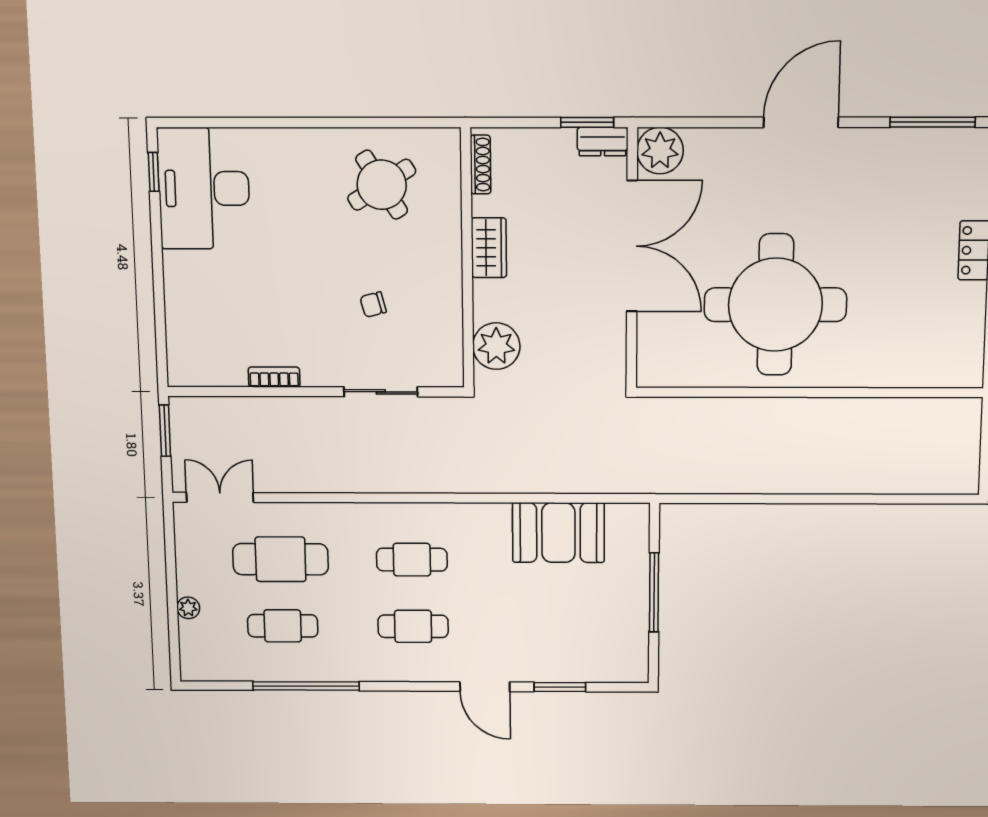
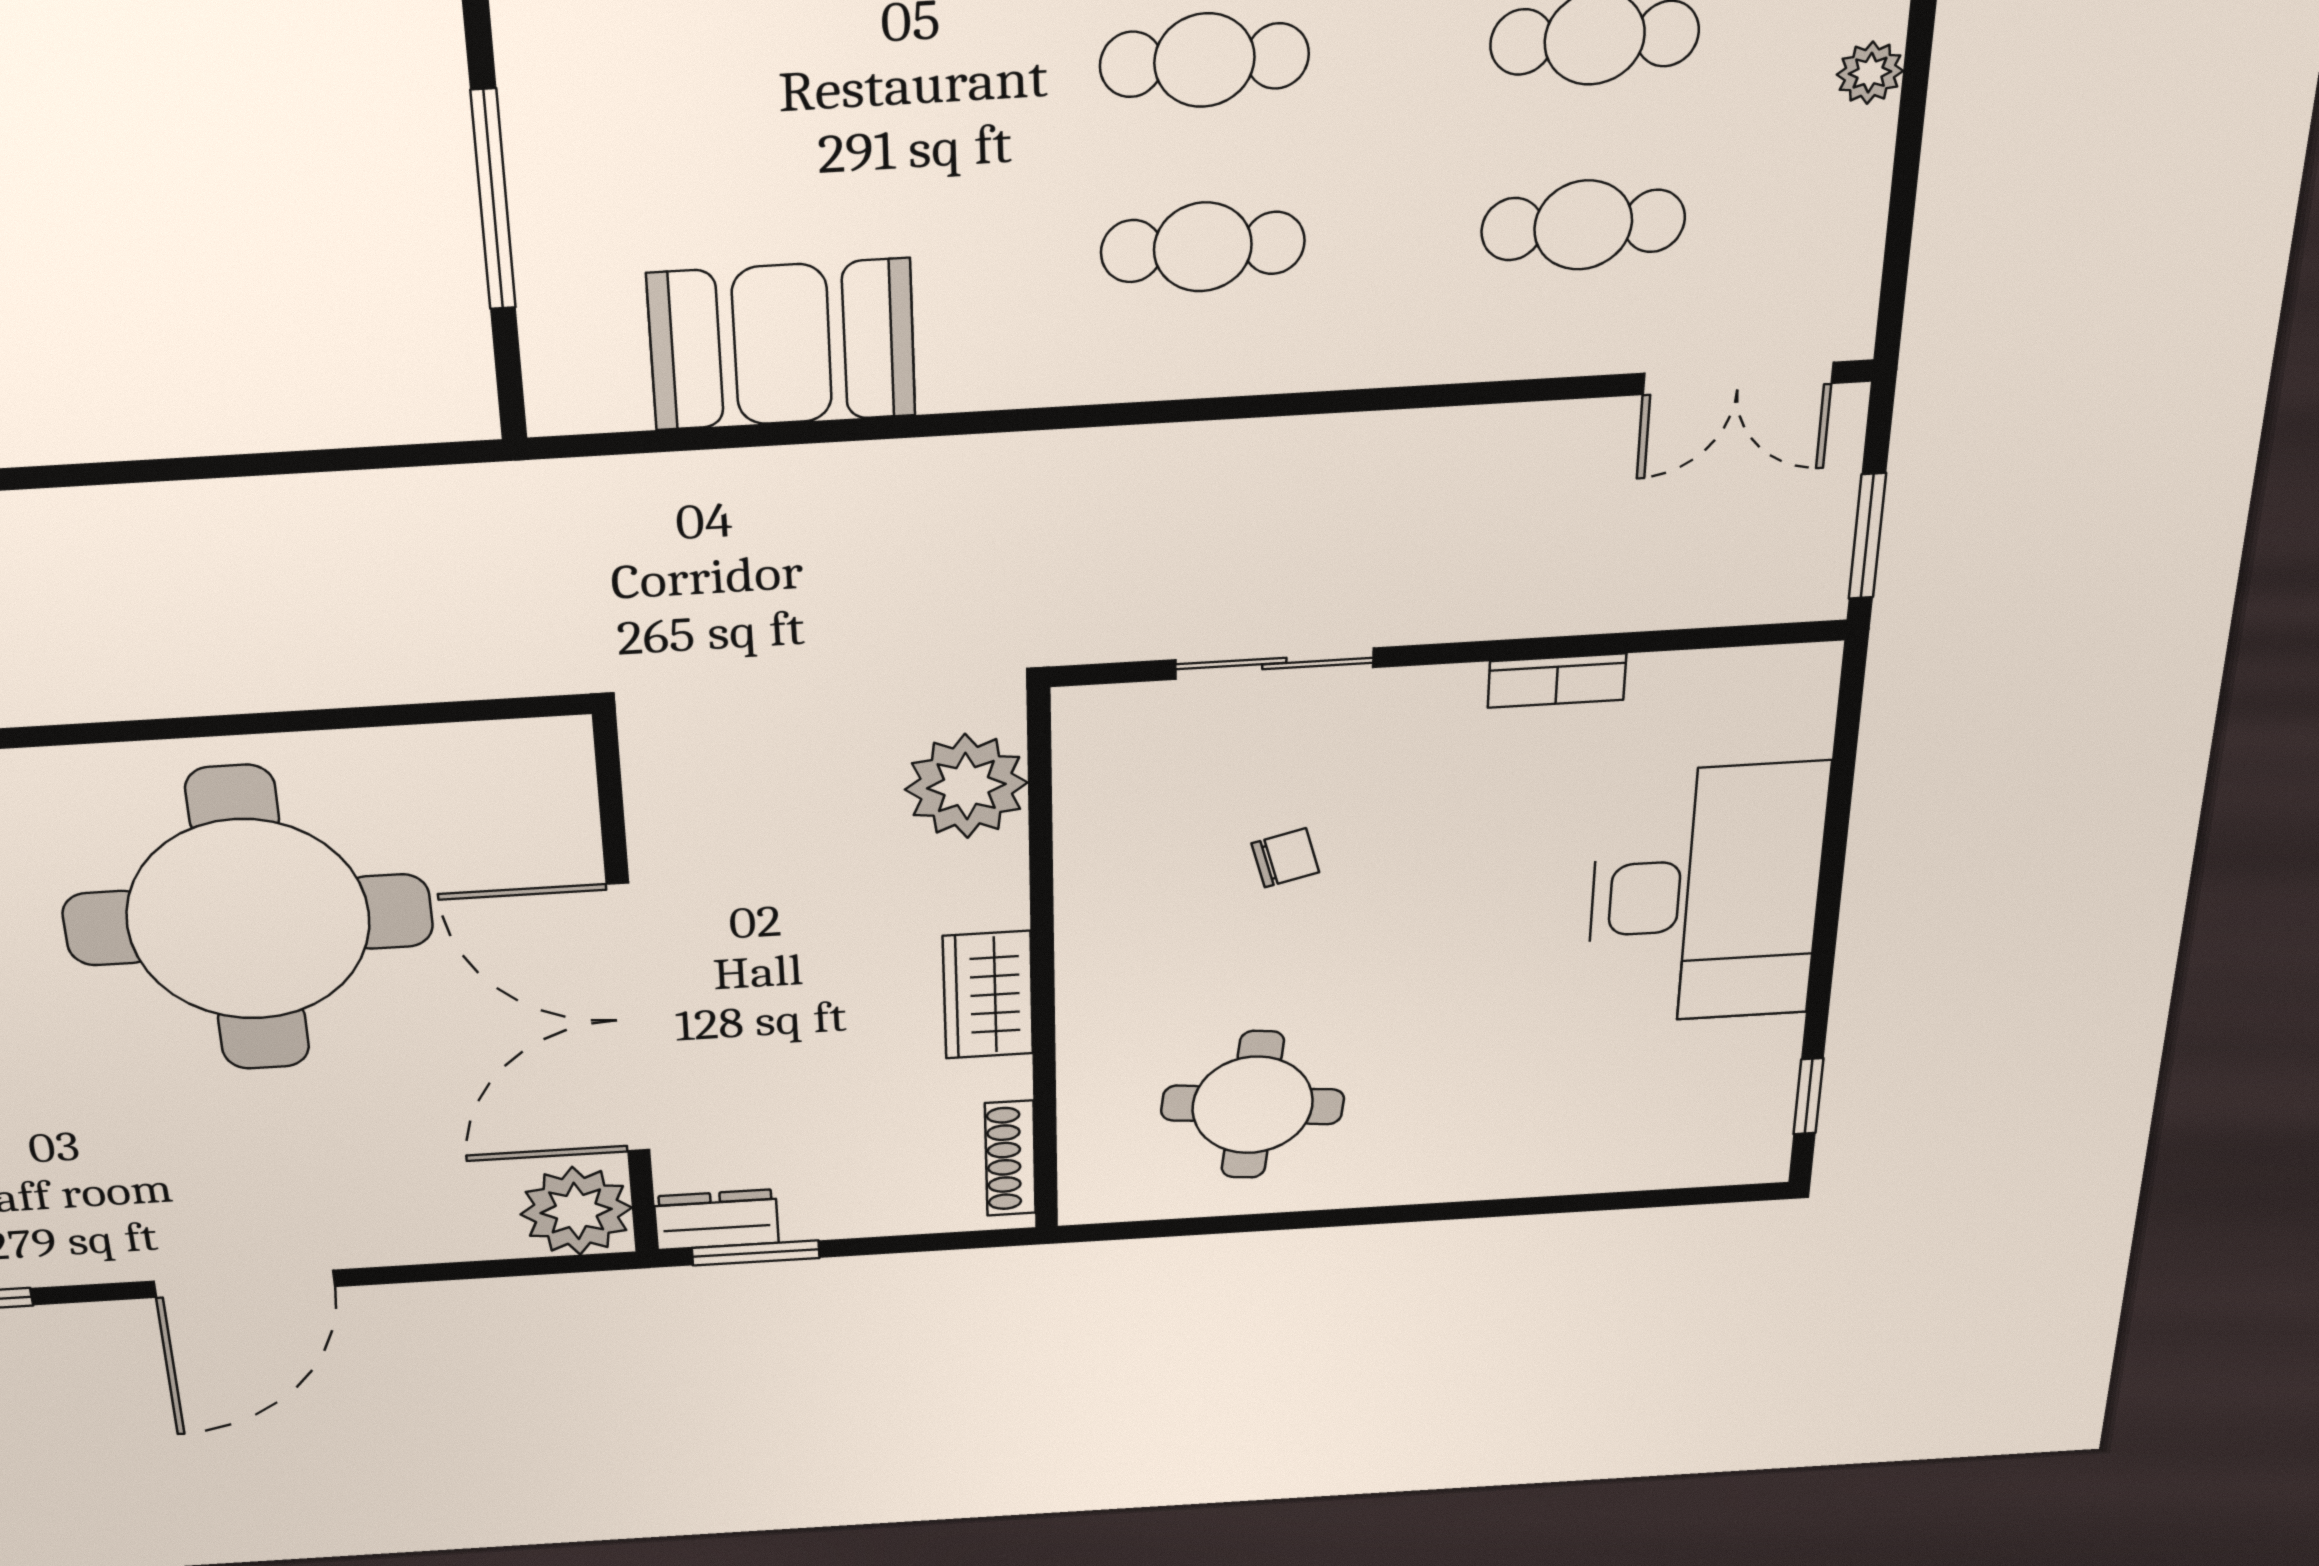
round table: (382, 185) -> (1253, 1105), turned 38
desk: (204, 188) -> (1706, 895), moved
cafe table: (281, 559) -> (1583, 225), width x0.73, depth x0.74

